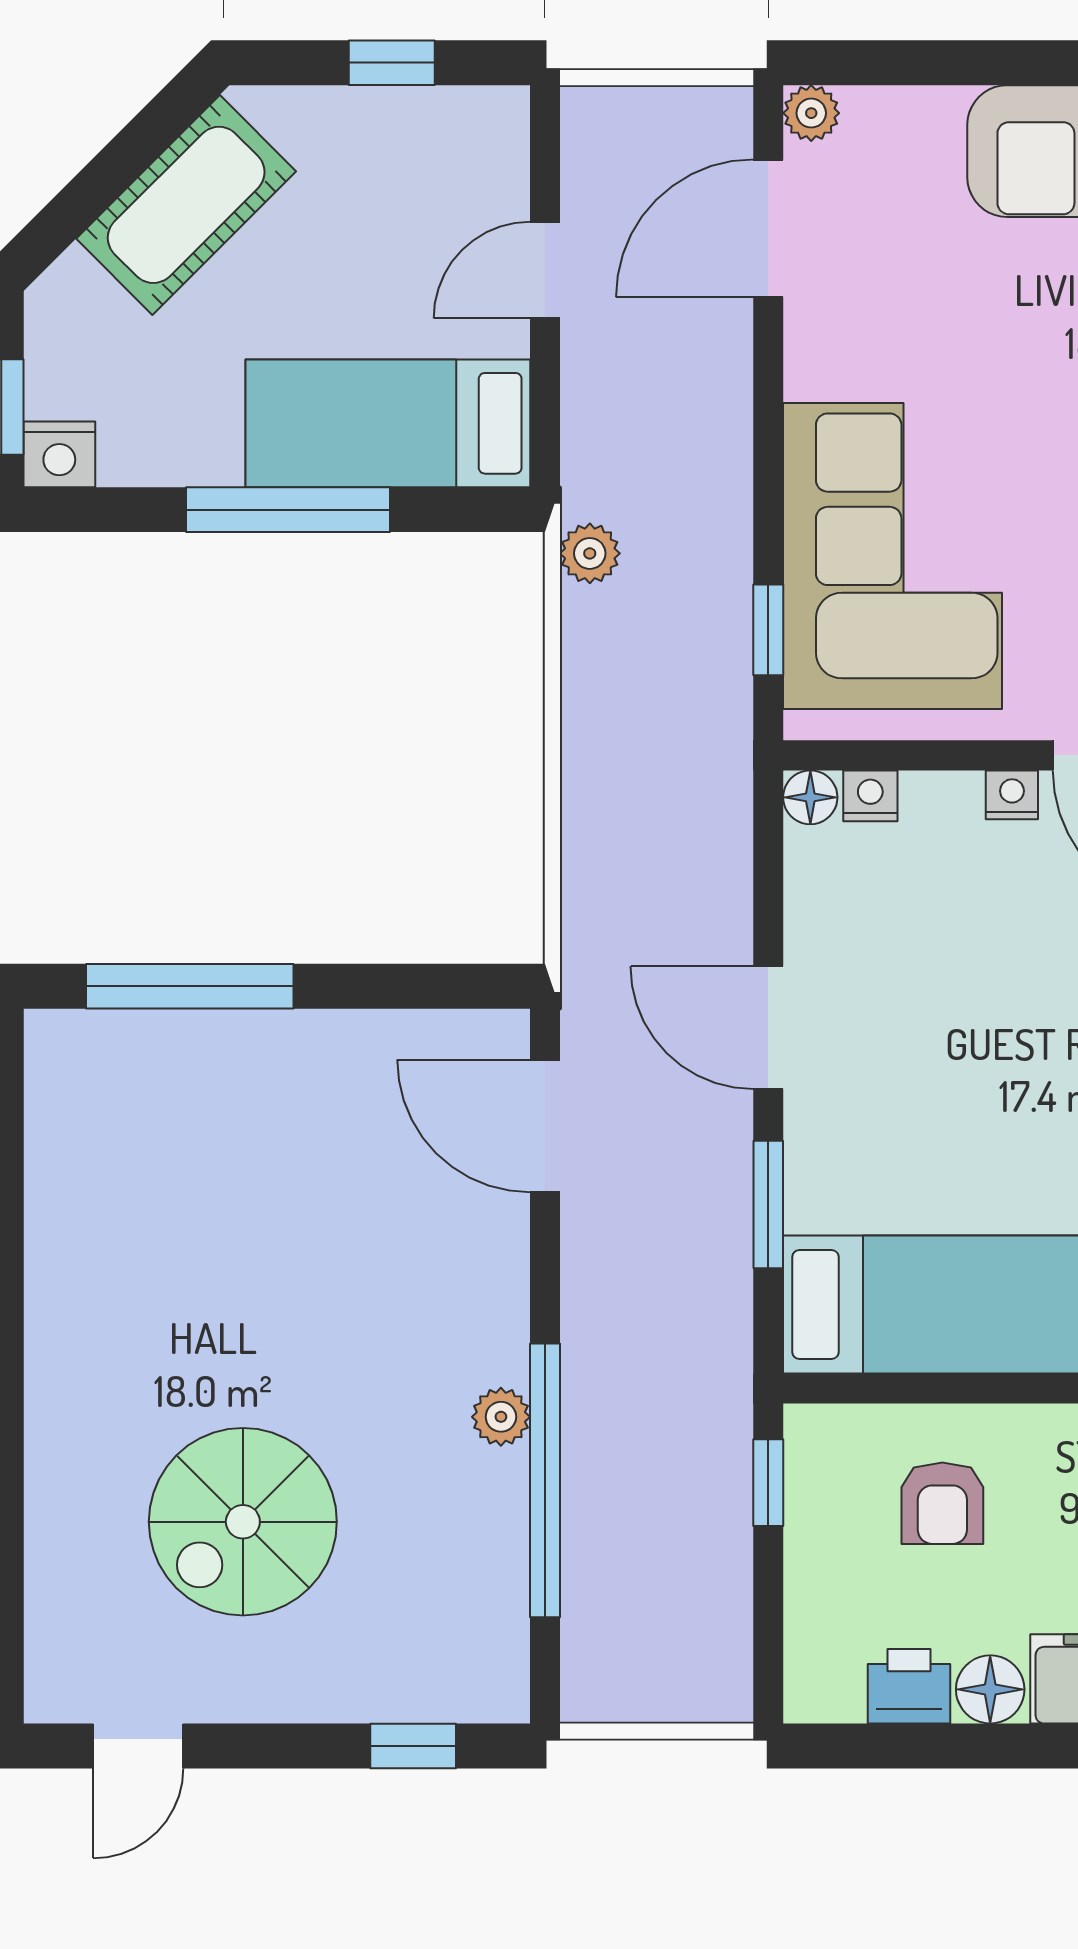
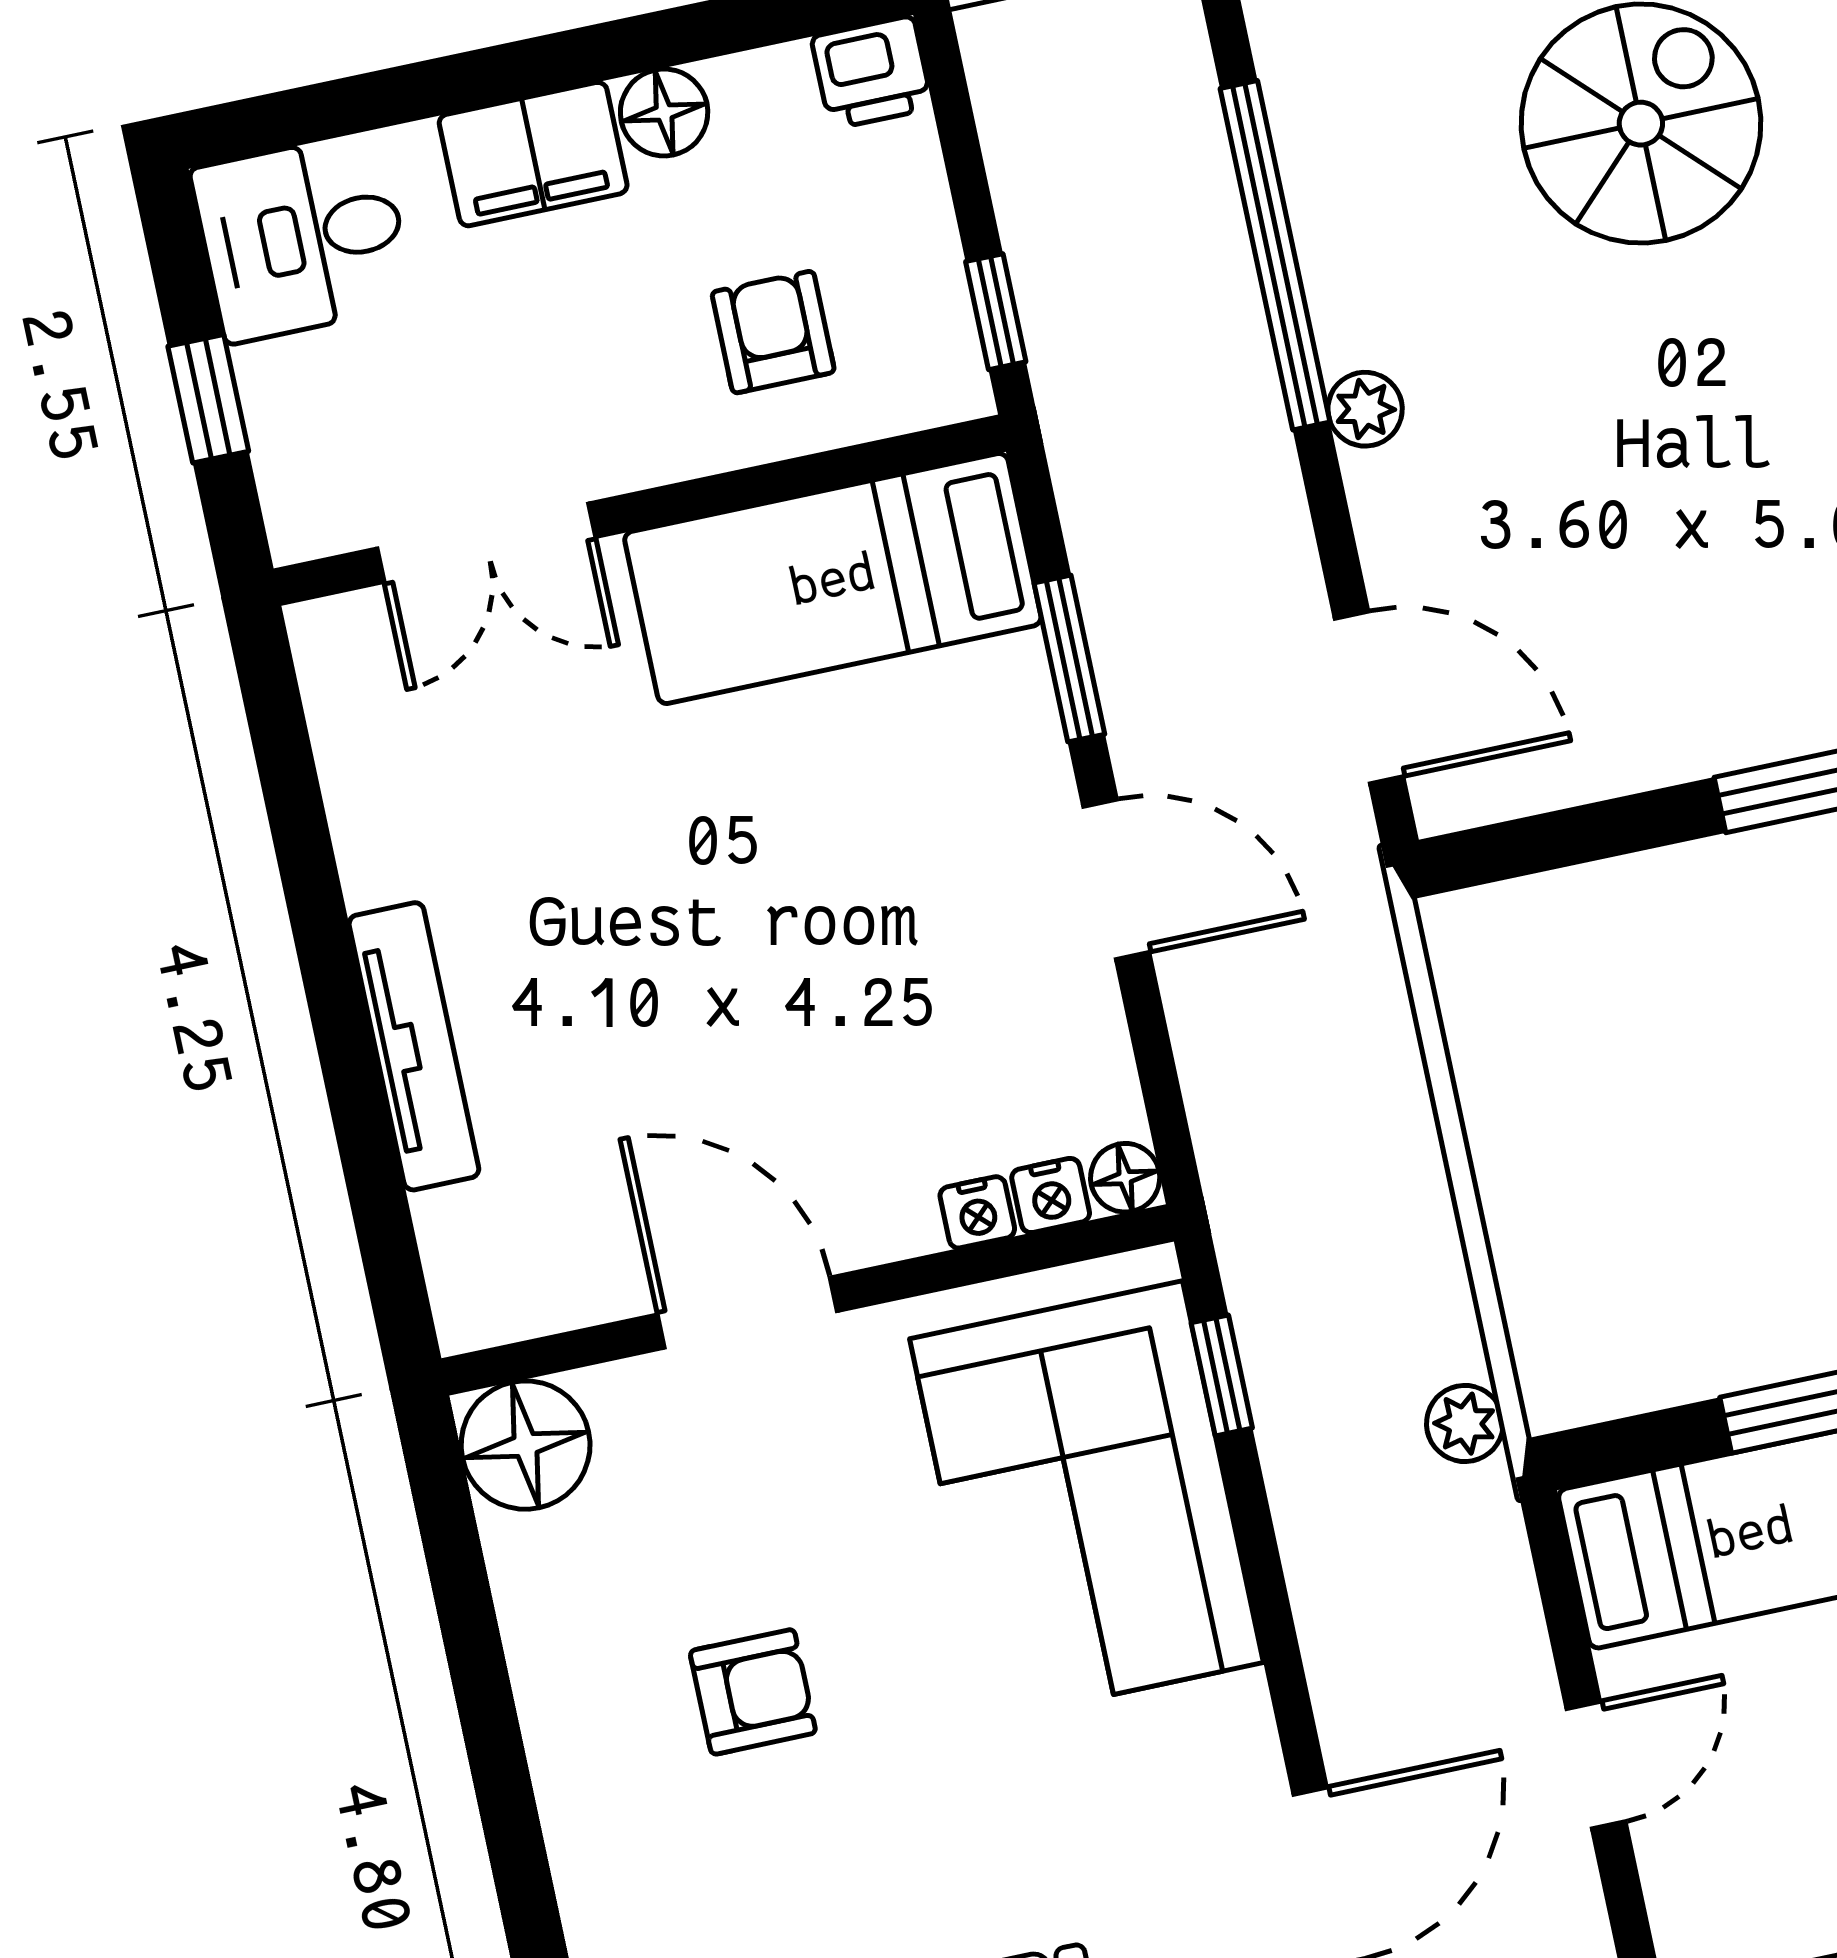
nightstand: (1012, 795) -> (977, 1212), moved
plant: (501, 1417) -> (1365, 409), moved
printer: (909, 1686) -> (872, 72), moved

